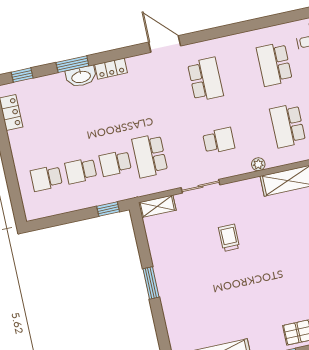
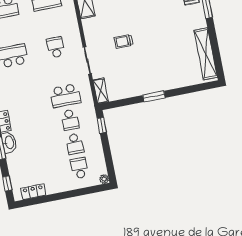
plant: (258, 164) -> (104, 179), moved
school desk: (46, 178) -> (80, 168), turned 180

